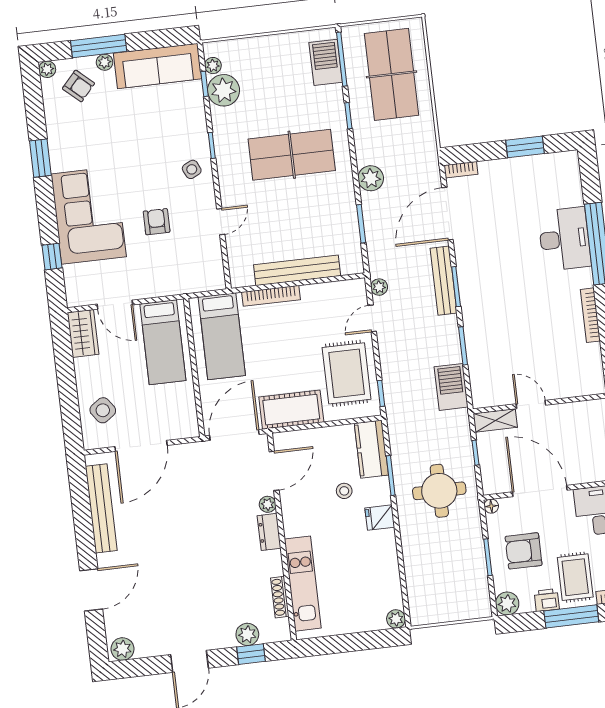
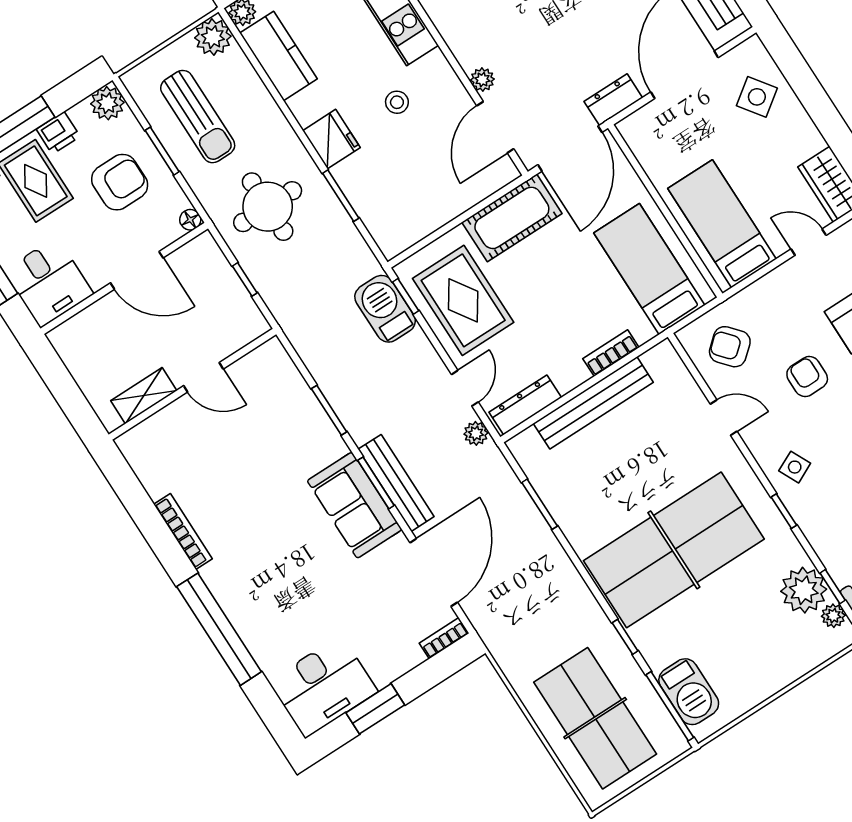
table tennis table: (292, 155) -> (674, 550), width x1.36, depth x1.32
plant: (371, 178) -> (213, 37), moved
armchair: (157, 222) -> (807, 377), turned 180
door: (221, 222) -> (724, 418), swing flipped
desk: (564, 239) -> (323, 686), moved, turned -90
armchair: (195, 264) -> (730, 347), added
sofa: (476, 279) -> (355, 505), added
dresser: (340, 290) -> (525, 405), added
bookcase: (271, 296) -> (611, 353), width x0.64
door: (115, 305) -> (809, 242), width x0.73
barbecue: (451, 387) -> (385, 309), moved, turned 180
shelving: (495, 420) -> (144, 396), moved
kitchen counter: (371, 449) -> (278, 56), moved
stool: (344, 491) -> (397, 102), moved
door: (540, 491) -> (137, 270), width x0.73
fridge: (380, 518) -> (331, 139), width x1.38
dresser: (269, 532) -> (613, 100), moved, turned -90
sun lounger: (455, 568) -> (198, 117), added

